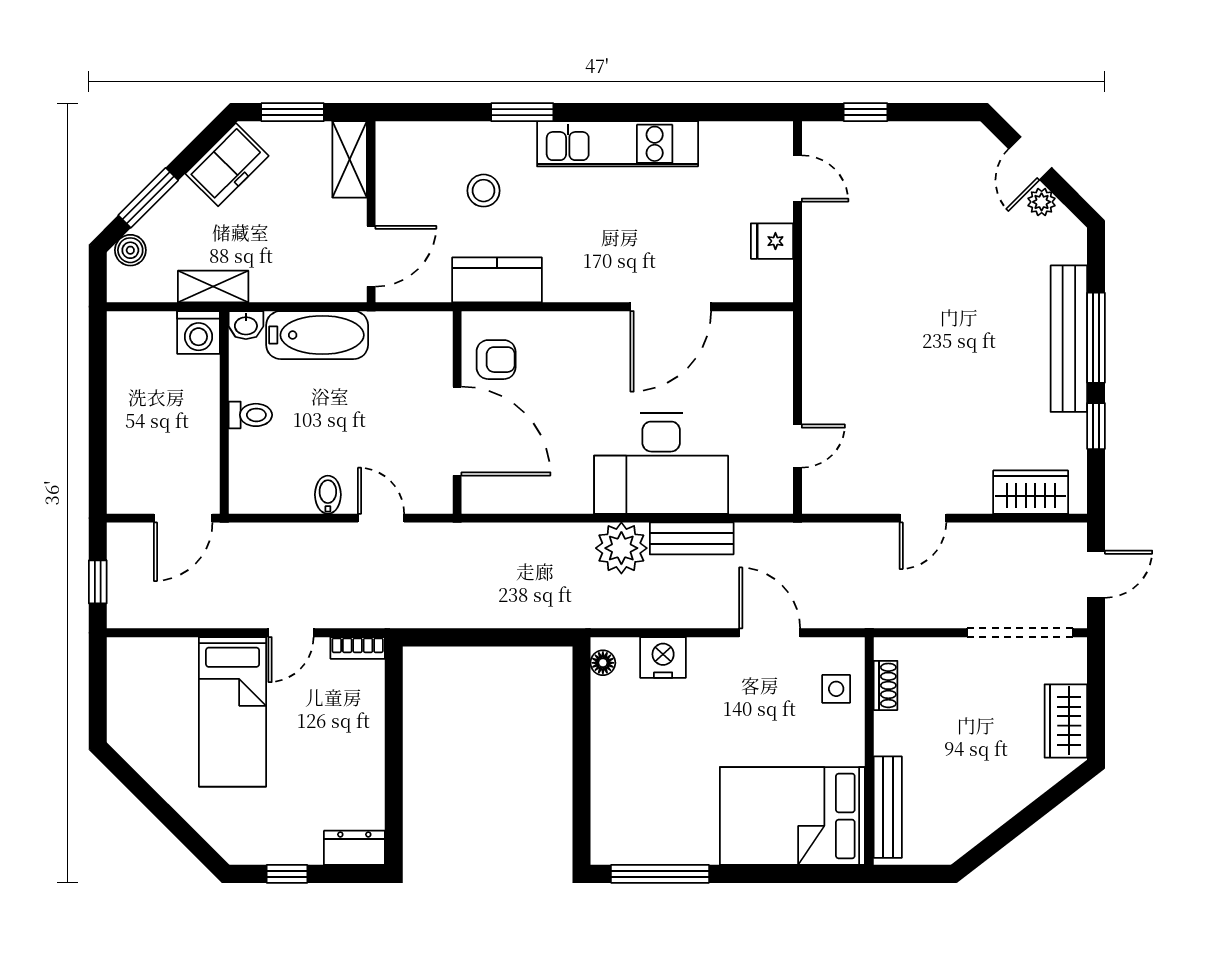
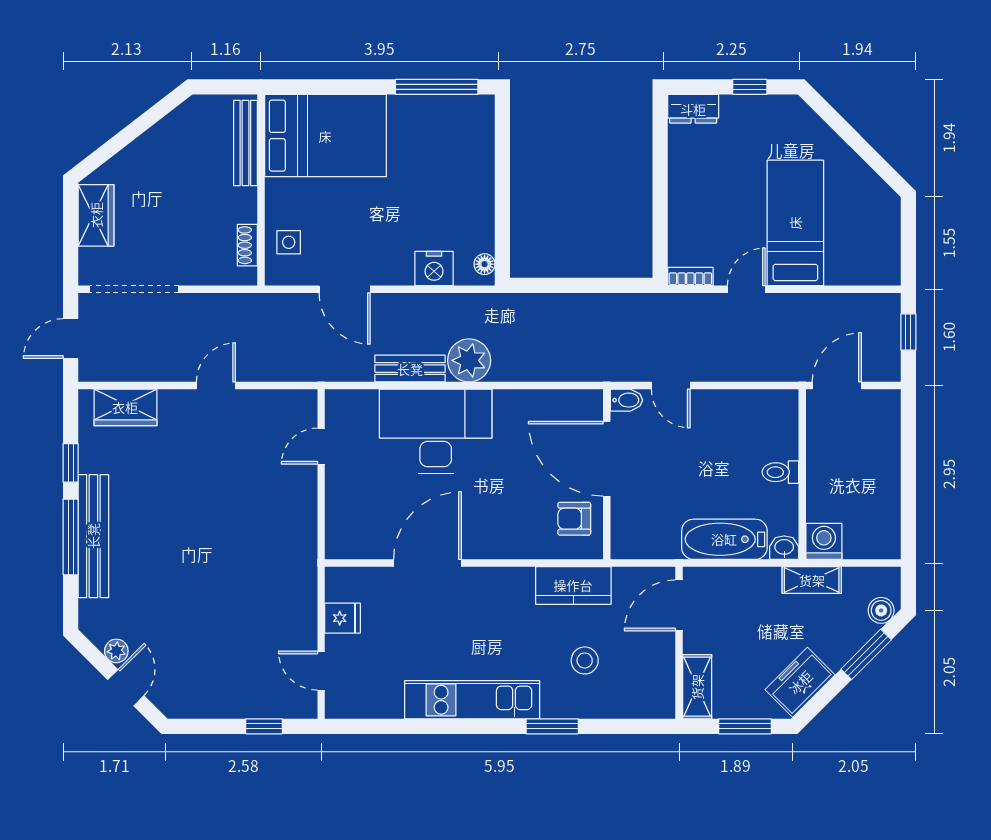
bidet: (328, 495) -> (626, 400), moved, turned -90

